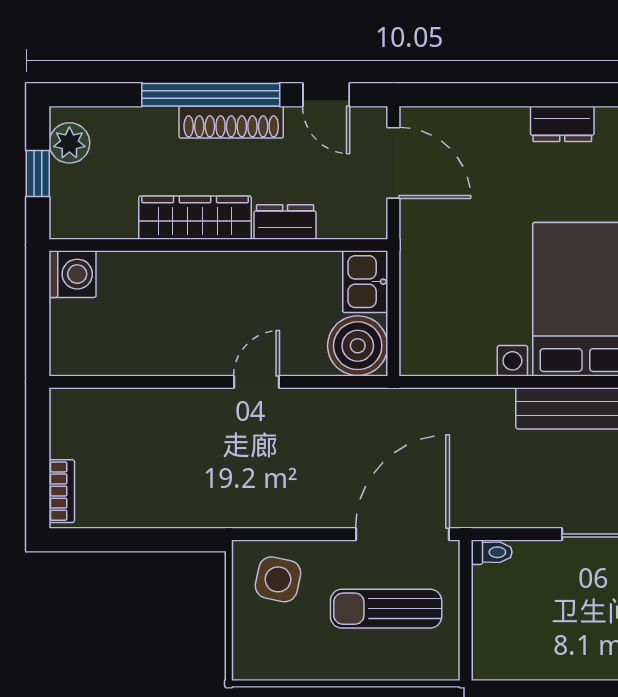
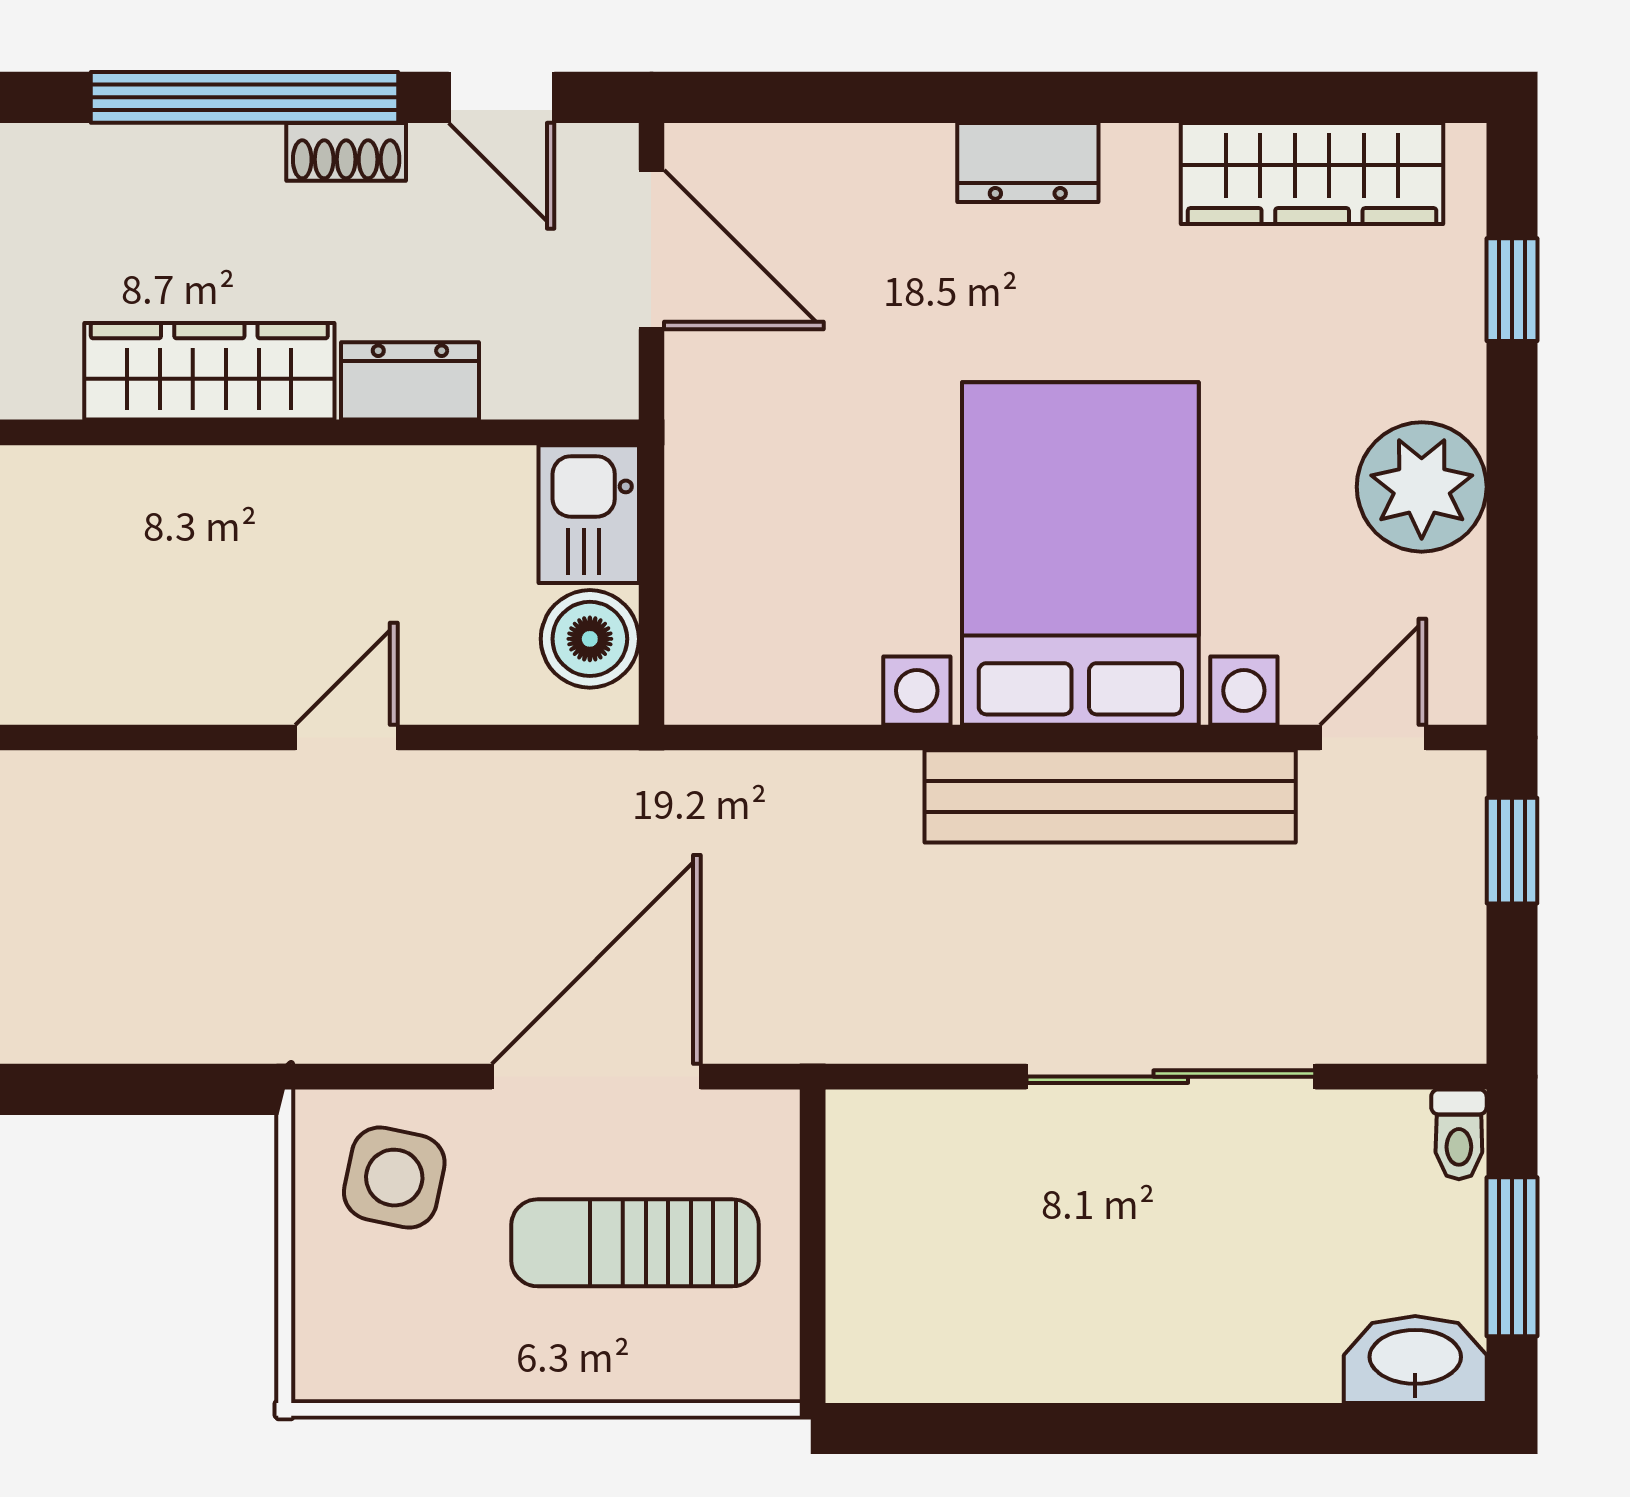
shoe rack: (231, 122) -> (346, 152), width x0.51, depth x0.81
boiler: (358, 346) -> (590, 639), width x0.73, depth x0.73
door: (402, 534) -> (596, 1077), moved
toilet: (492, 552) -> (870, 1117), removed

